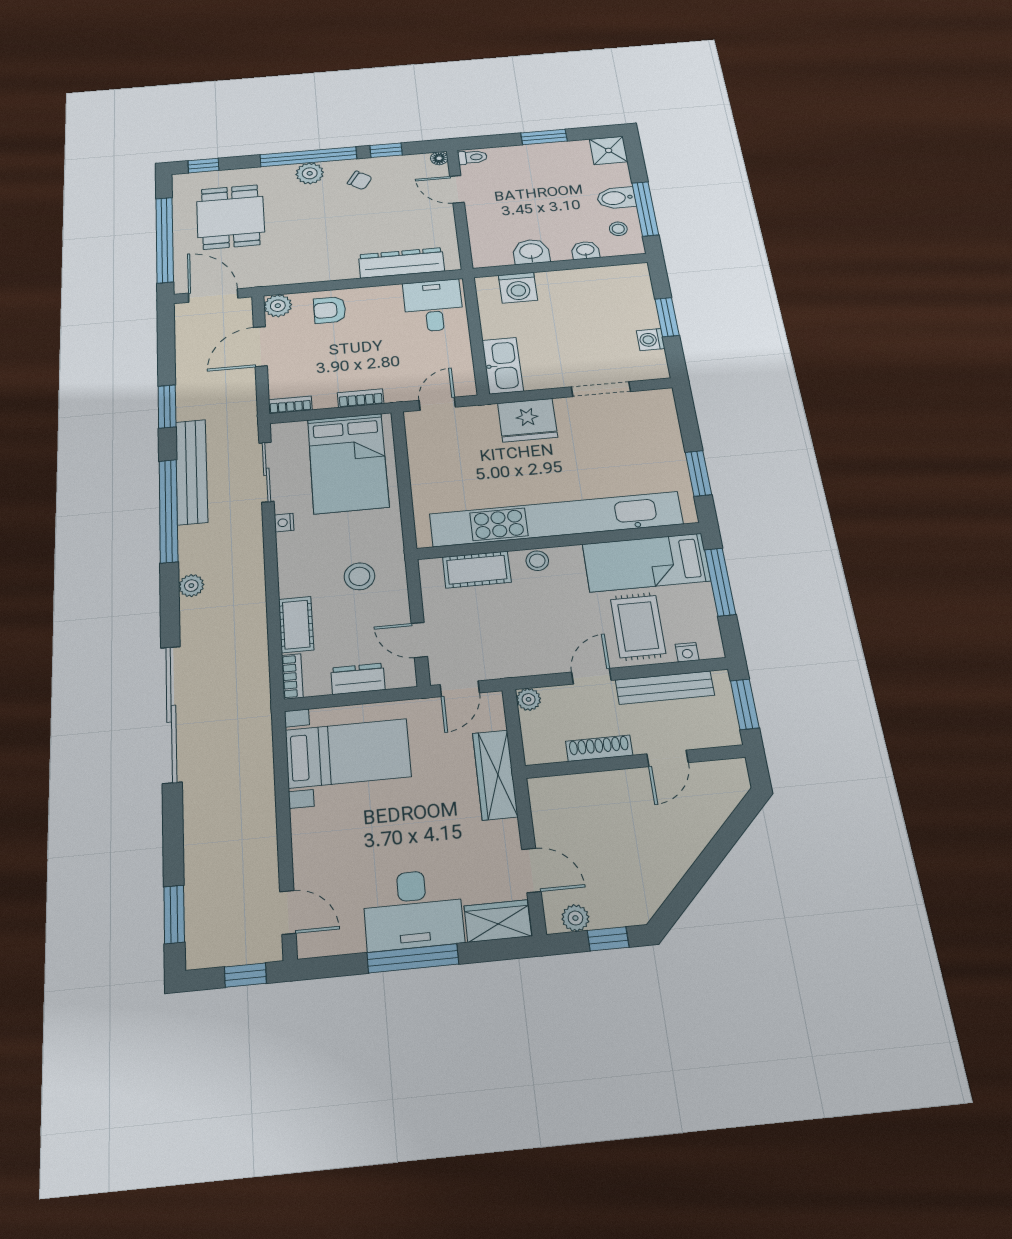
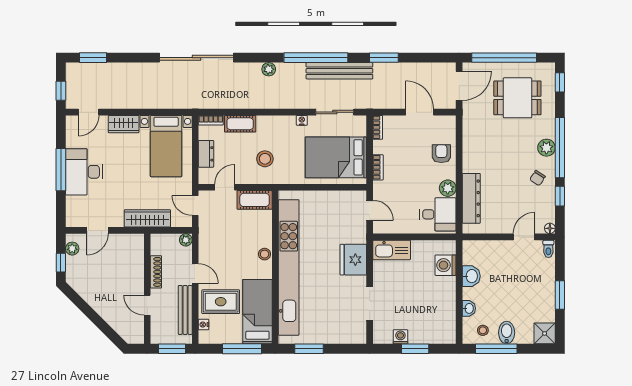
plant: (278, 306) -> (448, 188), moved
cot: (477, 570) -> (255, 200), moved, turned 90
wardrobe: (498, 921) -> (124, 124), moved, turned 90

